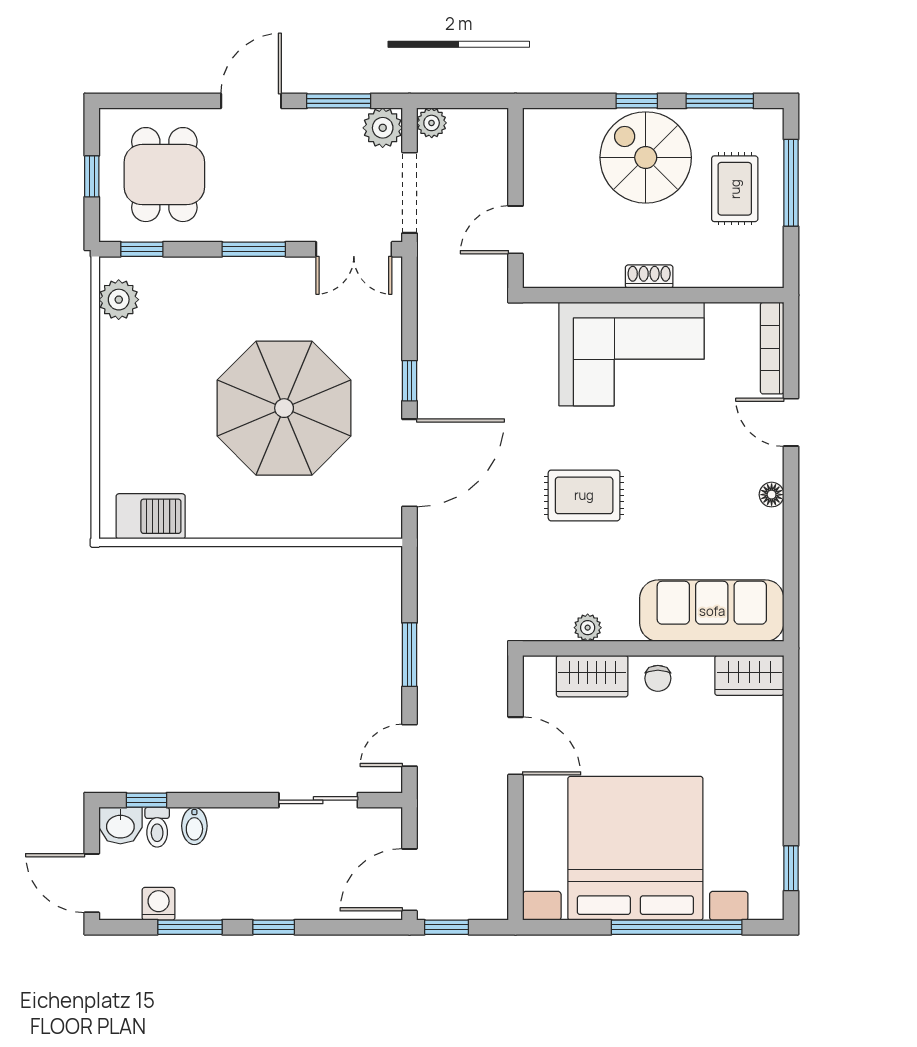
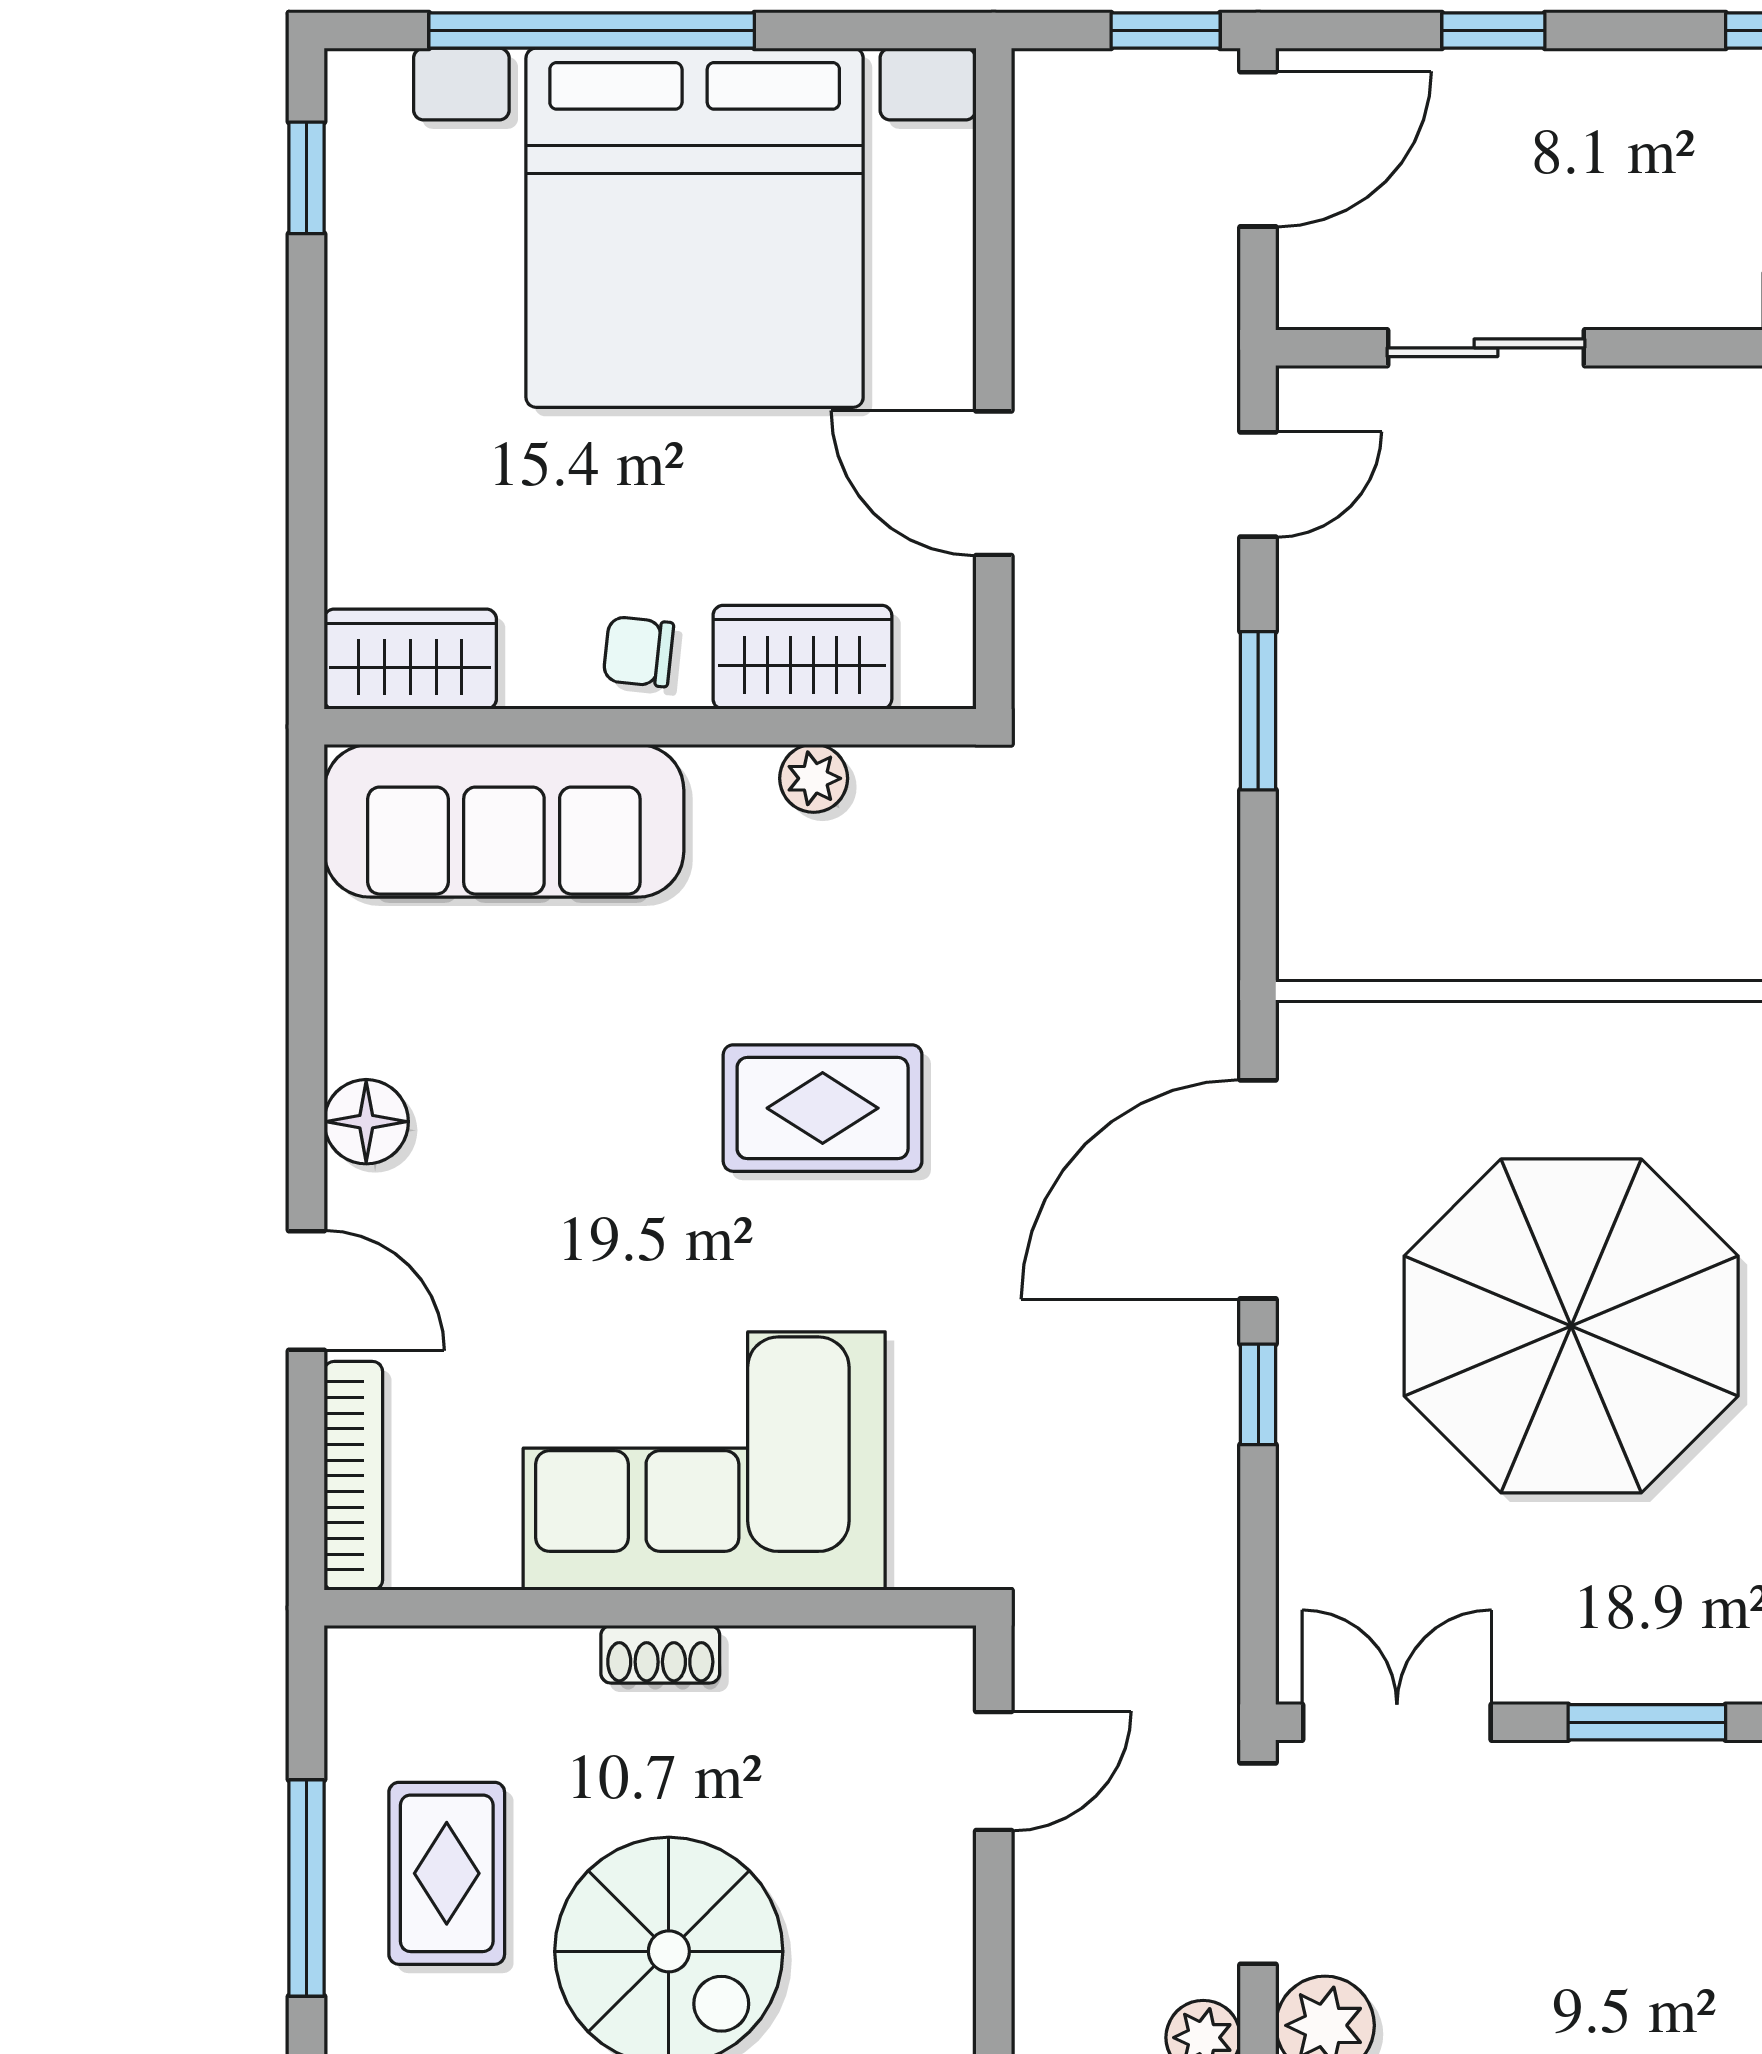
floor lamp: (772, 495) -> (366, 1122), width x1.37, depth x1.37
chair: (658, 678) -> (638, 652), turned -84
window: (274, 927) -> (1493, 31), moved

